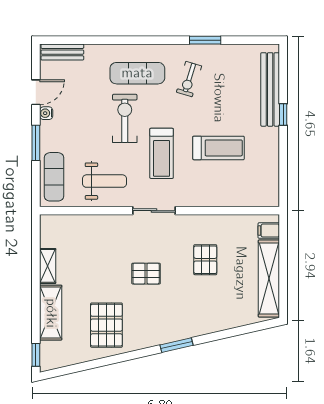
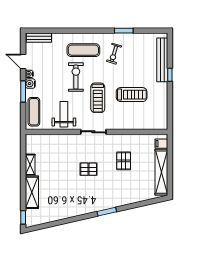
door: (36, 92) -> (23, 62), swing flipped
water cooler: (48, 129) -> (30, 84), added
weight bench: (104, 181) -> (64, 114), turned -90
pallet: (106, 325) -> (65, 200), removed

